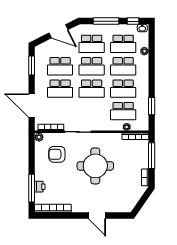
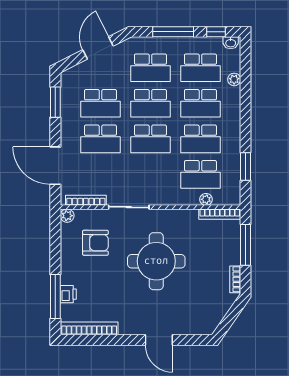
door: (59, 31) -> (98, 48), swing flipped
armchair: (57, 154) -> (95, 243), turned 180

